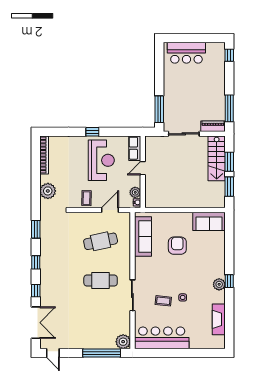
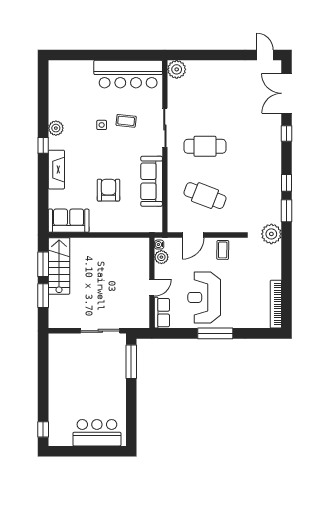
window: (229, 108) -> (43, 363), removed
piano: (213, 126) -> (64, 340), removed
window: (92, 132) -> (215, 333), width x2.17
stairs: (217, 158) -> (59, 266), moved
plant: (48, 191) -> (271, 234), moved
sofa: (143, 236) -> (152, 181), moved
cafe table: (101, 241) -> (205, 196), turned 33
armchair: (177, 246) -> (108, 190), turned 180
window: (36, 262) -> (287, 183), moved
plant: (219, 284) -> (56, 128), moved
fireplace: (219, 319) -> (56, 170), moved
window: (102, 353) -> (204, 55), removed

